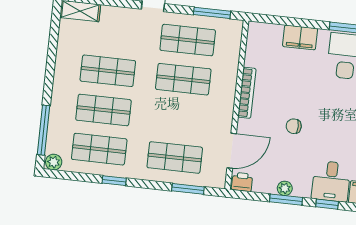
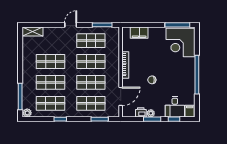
filing cabinet: (300, 37) -> (139, 33), moved
shop shelf: (179, 118) -> (91, 82), added
printer: (242, 182) -> (141, 112), moved

